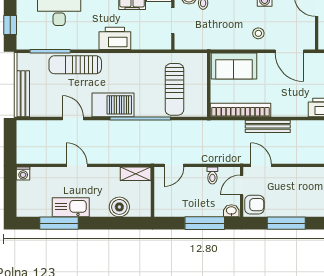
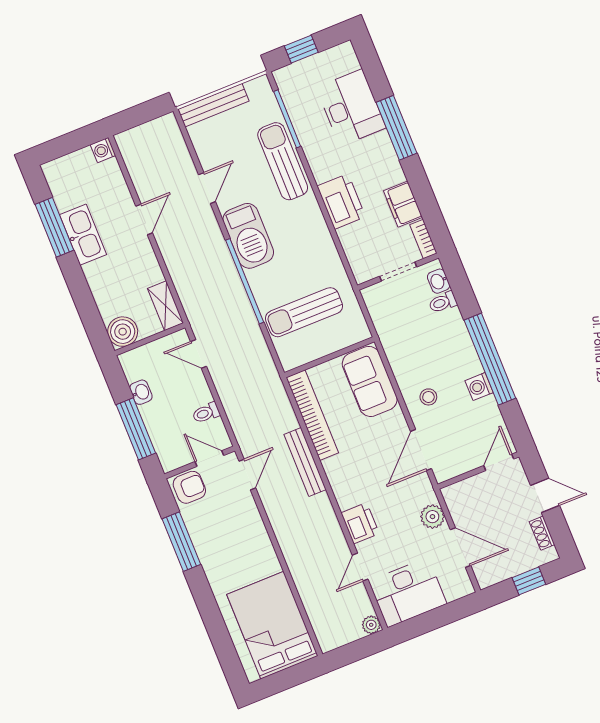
armchair: (254, 205) -> (189, 487), turned -90
boiler: (119, 207) -> (123, 332), moved
washbasin: (231, 211) -> (141, 392), moved

